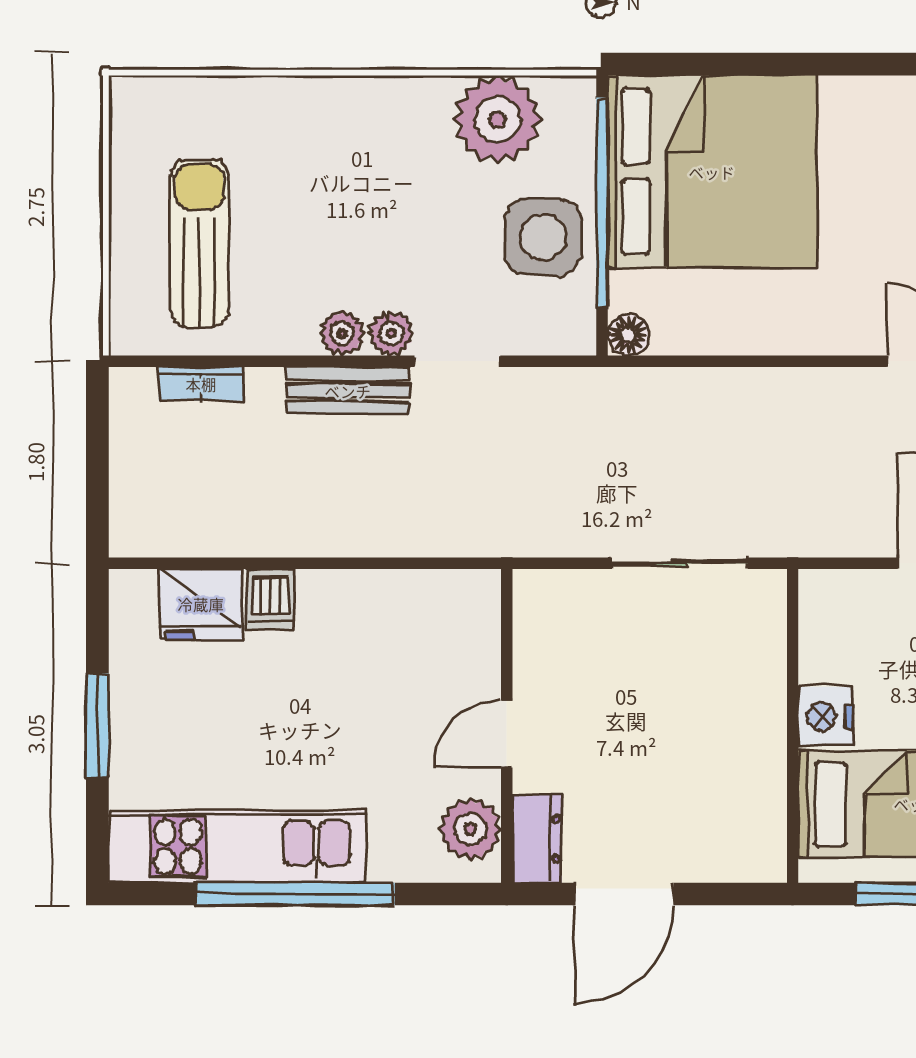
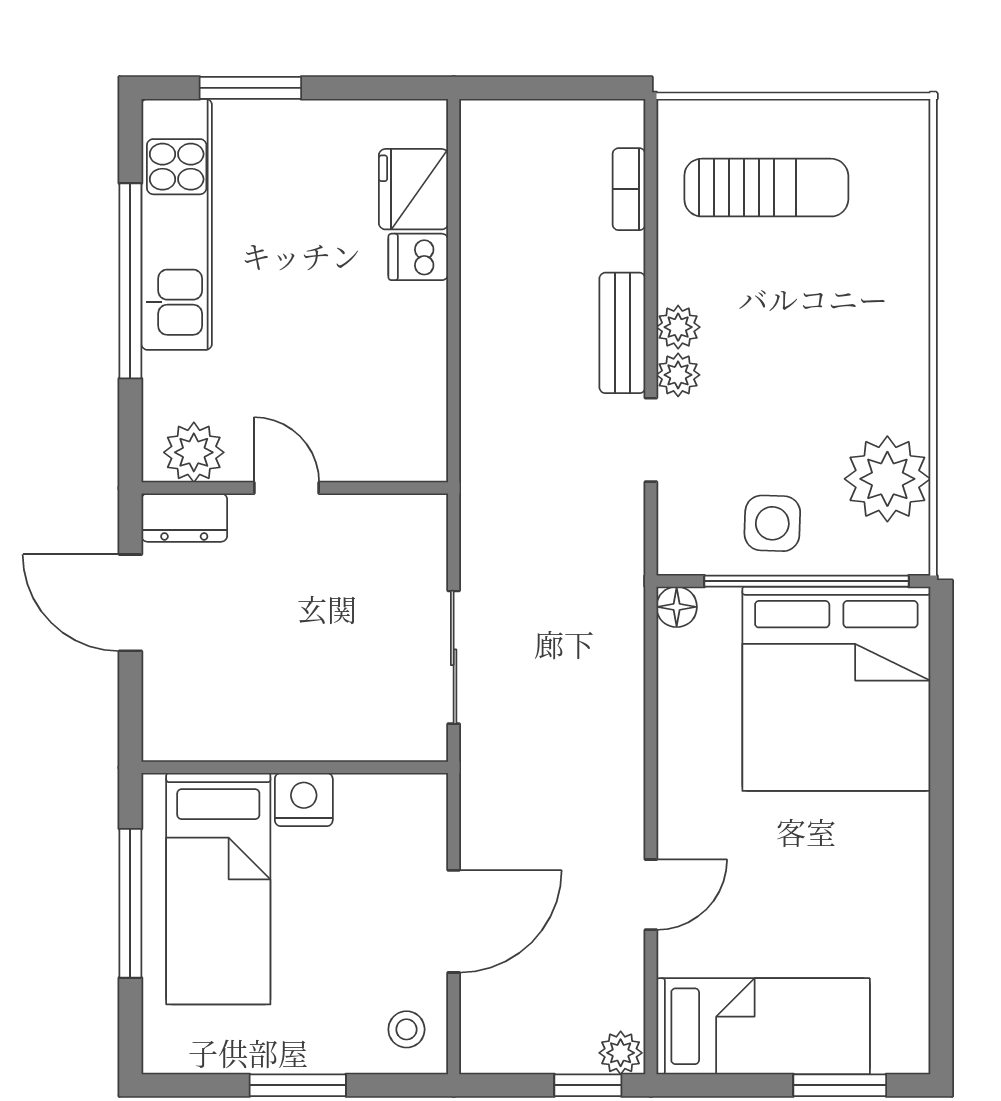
side table: (543, 237) -> (772, 523), width x0.73, depth x0.73
window: (97, 725) -> (250, 88), moved

